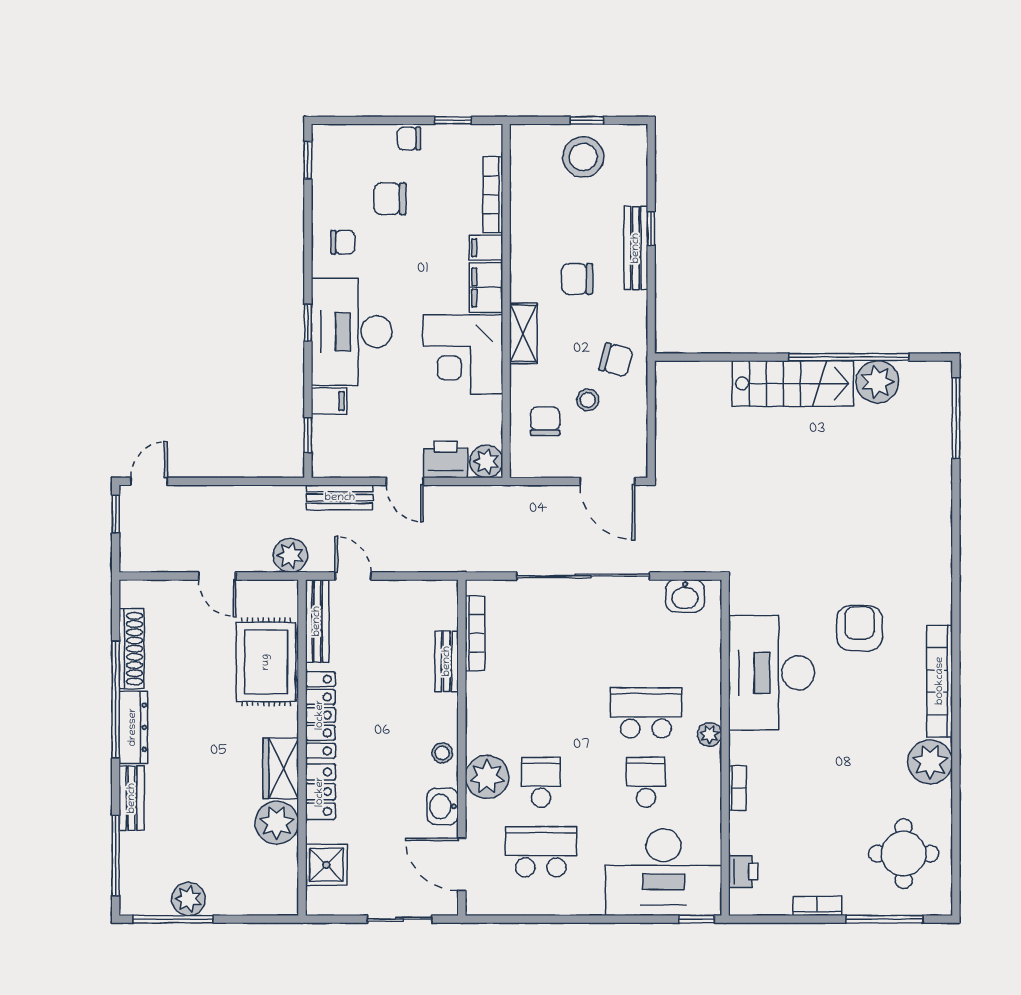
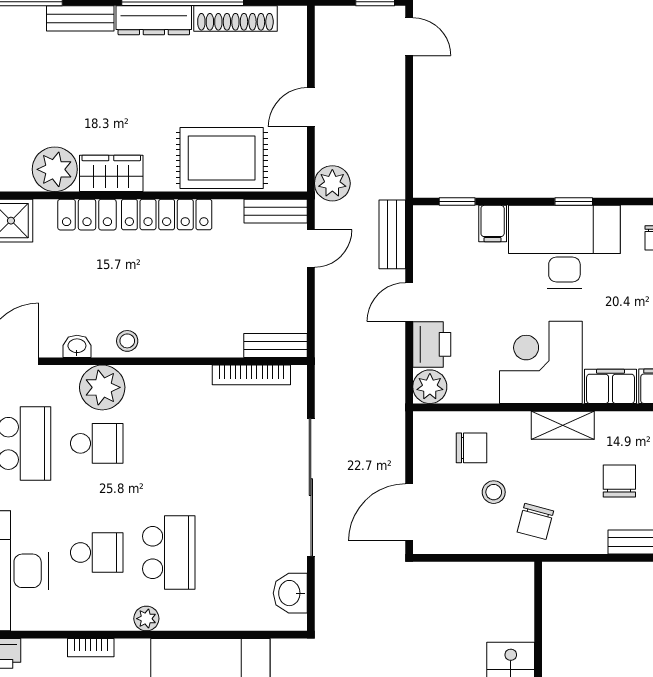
bench: (317, 621) -> (276, 211), width x0.73
bench: (447, 661) -> (276, 345), moved
washbasin: (443, 806) -> (77, 346), width x0.72, depth x0.69

